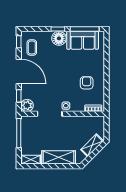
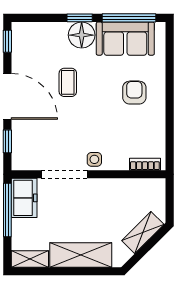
coffee table: (32, 48) -> (68, 82), moved
armchair: (87, 83) -> (134, 93), moved
plant: (27, 105) -> (23, 159), removed
freezer: (28, 127) -> (24, 198), added

